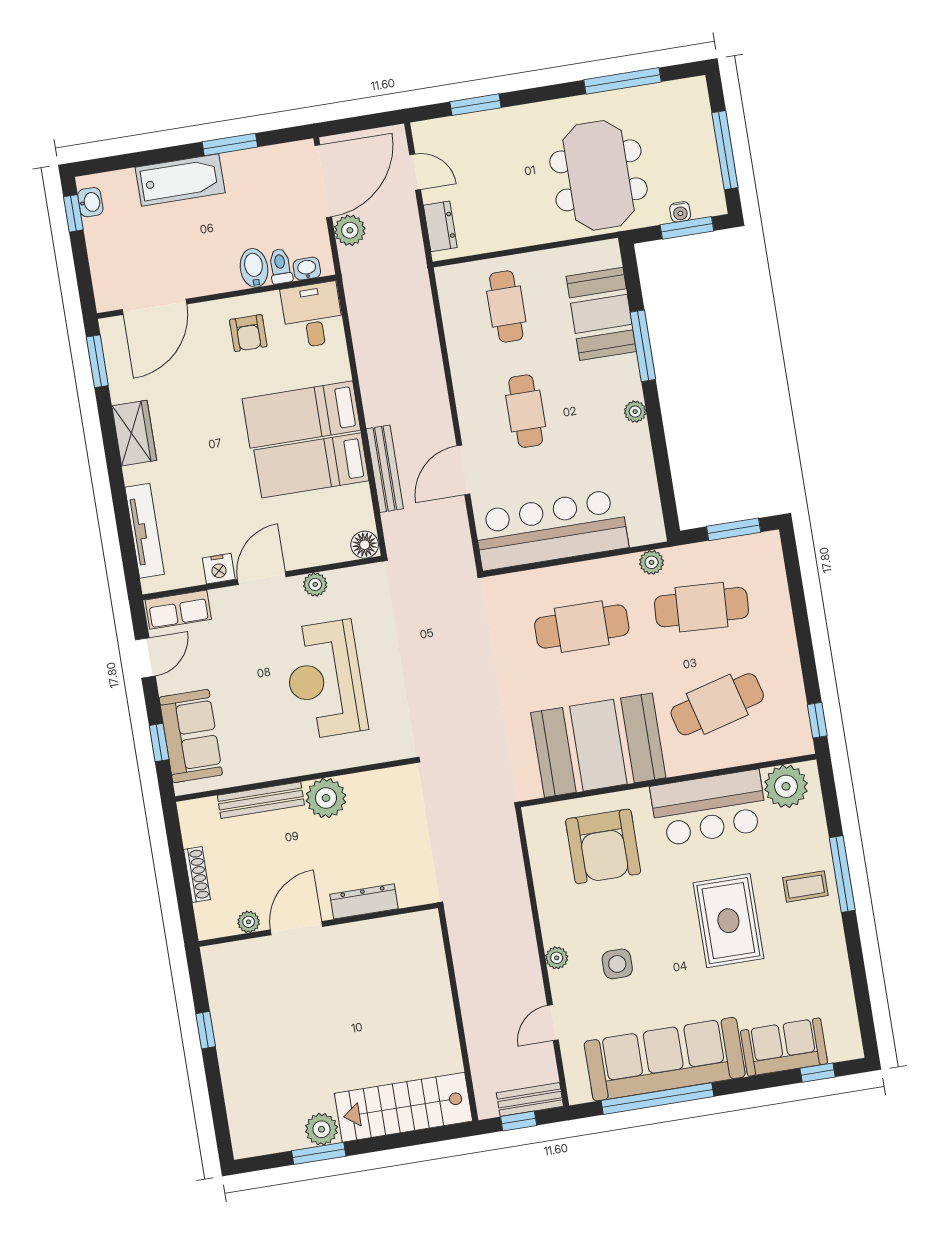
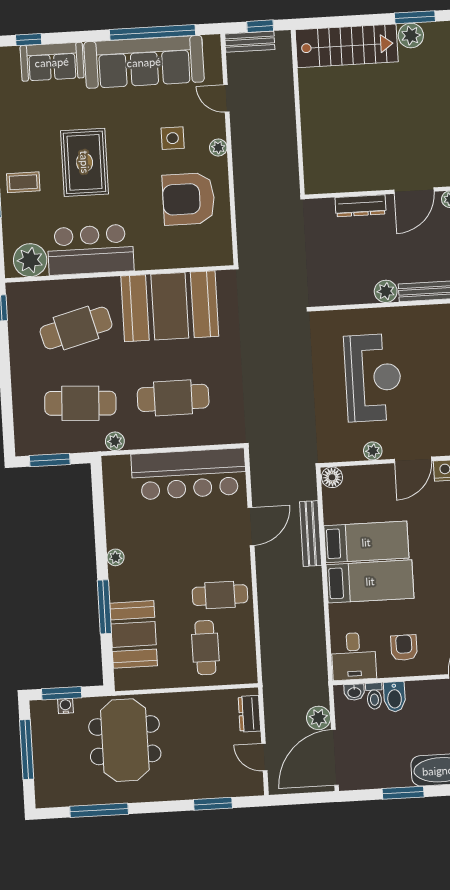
cafe table: (526, 411) -> (220, 595), moved, turned 90
plant: (326, 798) -> (386, 291), width x0.73, depth x0.73
armchair: (603, 846) -> (189, 199), moved, turned -90
door: (553, 1023) -> (226, 98), swing flipped

